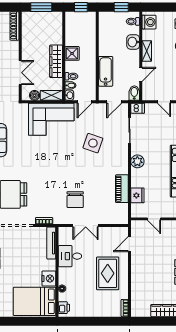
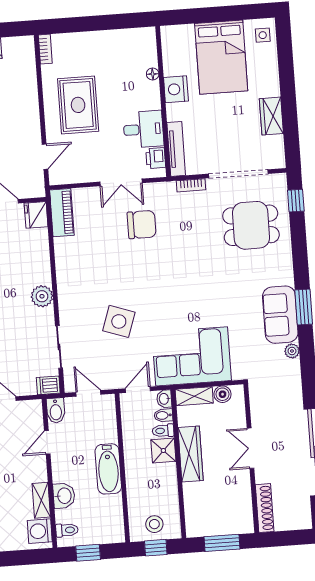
stool: (81, 21) -> (154, 524), added
shelving: (147, 51) -> (41, 500), moved
shower: (72, 53) -> (163, 450), moved
bathtub: (106, 71) -> (108, 469), moved
double door: (20, 73) -> (251, 448), moved
door: (114, 102) -> (88, 393), hinge flipped
piano: (122, 189) -> (62, 213), moved
fridge: (137, 195) -> (36, 215), moved
chair: (75, 200) -> (142, 225), turned 90
double door: (86, 226) -> (121, 182), swing flipped
bed: (35, 301) -> (221, 57), moved, turned 90
printer: (64, 308) -> (156, 158), moved

